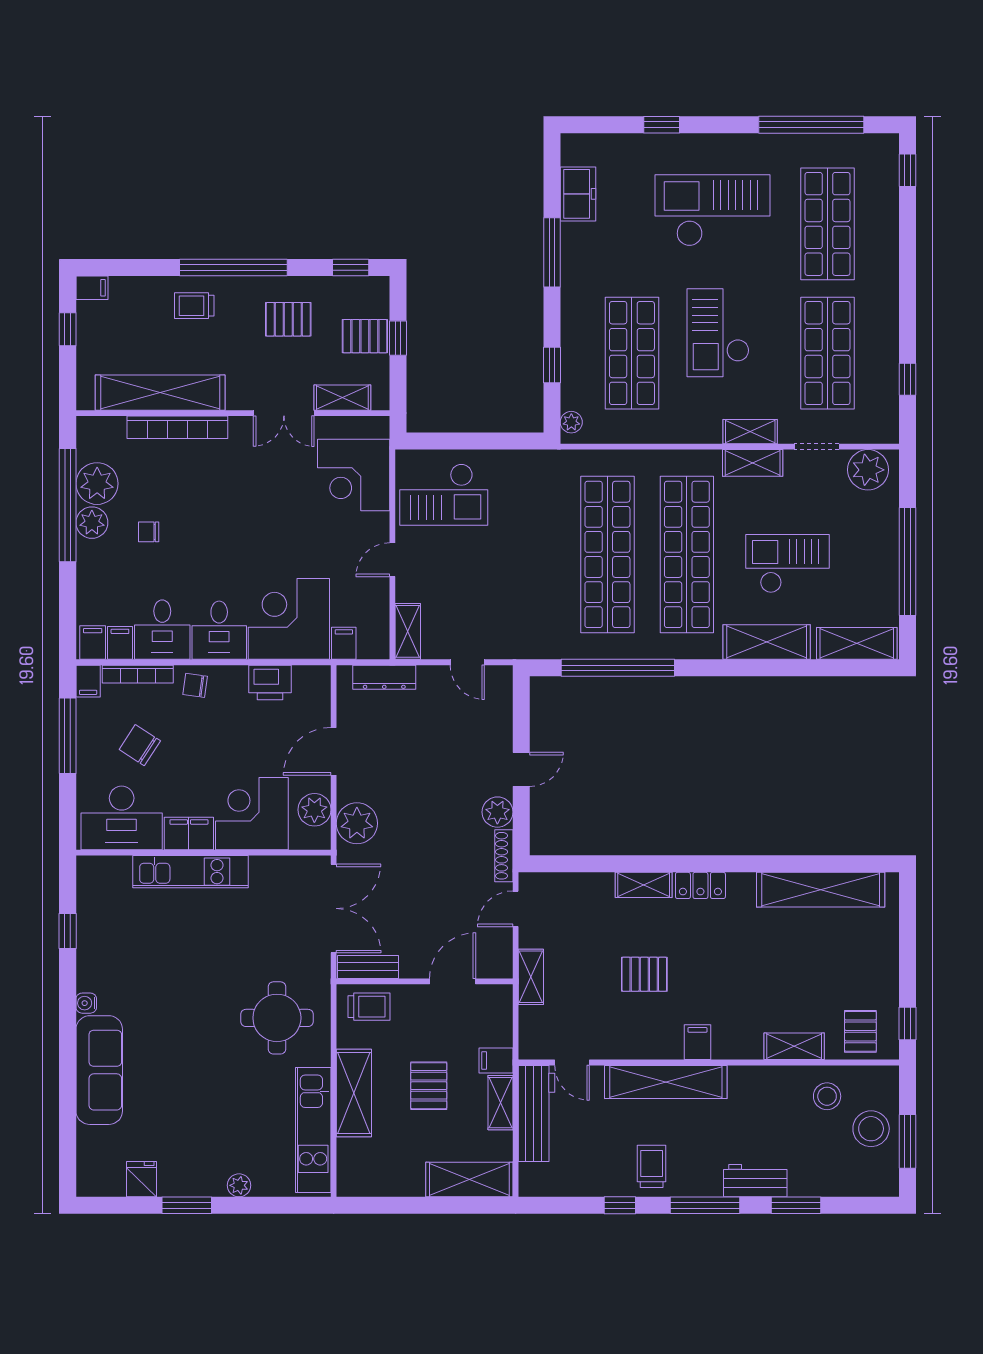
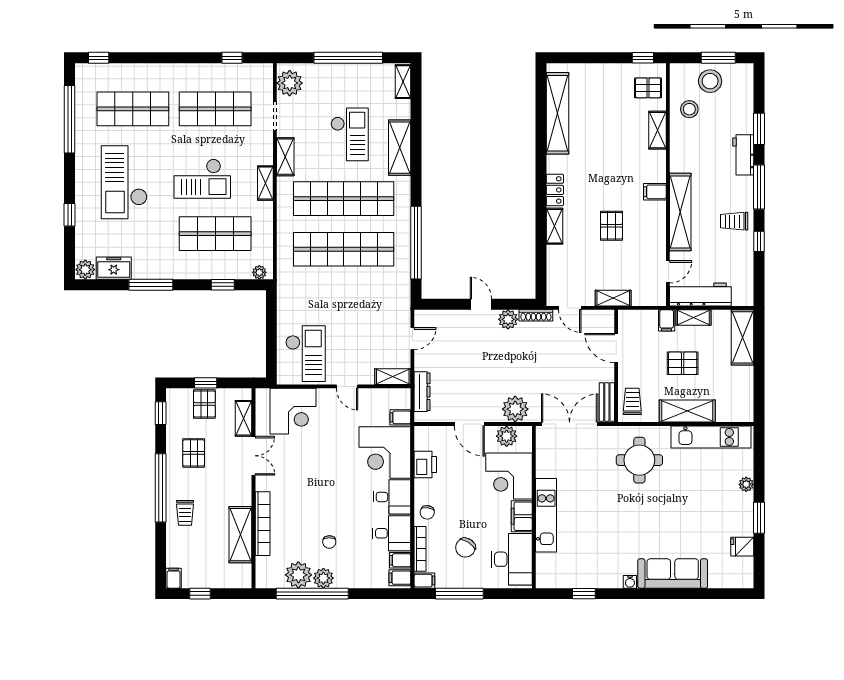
plant: (576, 149) -> (85, 270), added
shelving: (160, 393) -> (240, 535), width x0.68
shelving: (750, 432) -> (265, 183), moved
checkout: (788, 564) -> (350, 134), turned 180
shelving: (857, 643) -> (403, 82), width x0.67, depth x0.75

